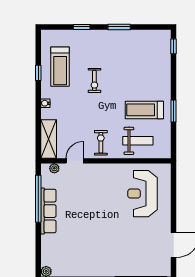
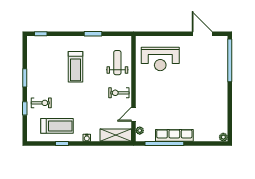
exercise bike: (94, 80) -> (41, 103), moved
treadmill: (144, 110) -> (76, 67), moved
door: (75, 161) -> (134, 114), hinge flipped

